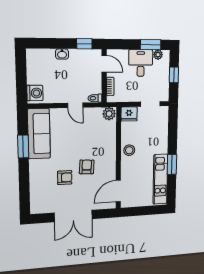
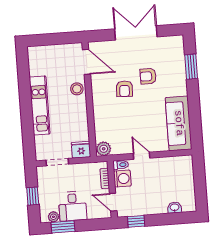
washbasin: (62, 54) -> (175, 208), moved
washing machine: (35, 93) -> (122, 179), moved, turned 180
window: (23, 146) -> (191, 67), moved
stool: (129, 150) -> (77, 89), moved
window: (172, 164) -> (25, 94), removed
kitchen unit: (160, 179) -> (40, 105), moved
door: (118, 191) -> (86, 62), hinge flipped

